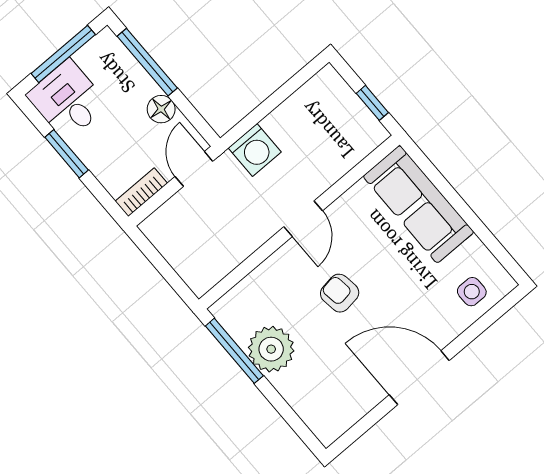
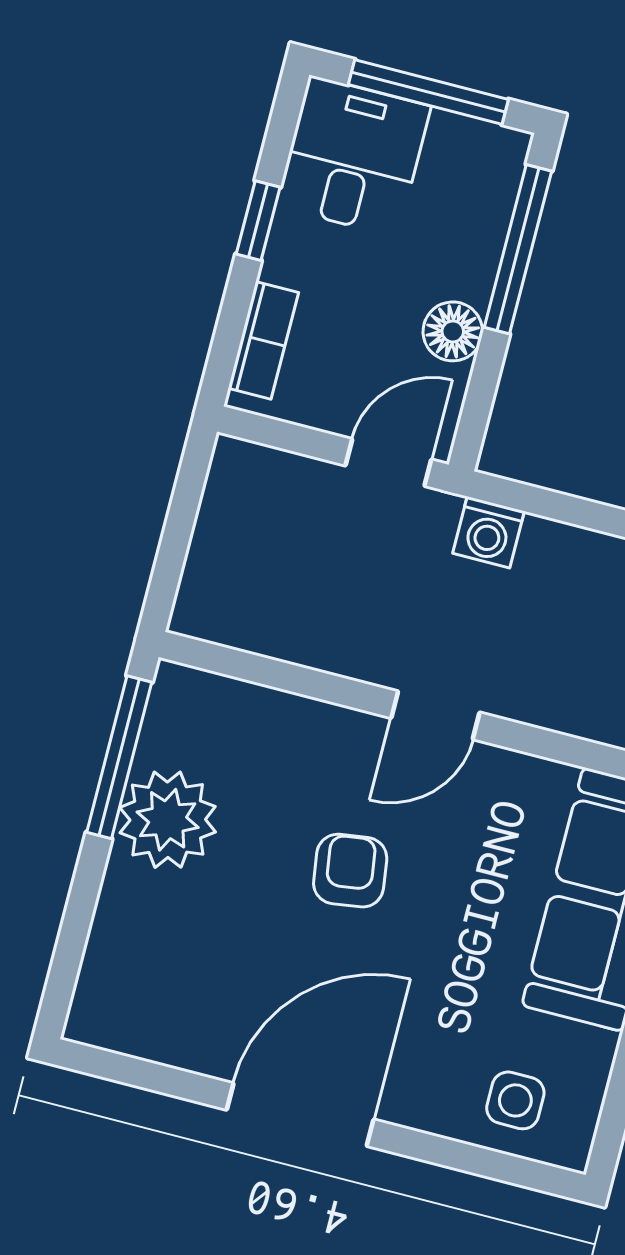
washing machine: (255, 150) -> (488, 532), width x0.73, depth x0.73
window: (67, 154) -> (258, 221), width x0.67
bookcase: (141, 192) -> (263, 340), moved, turned 90
door: (419, 378) -> (300, 1115), hinge flipped

